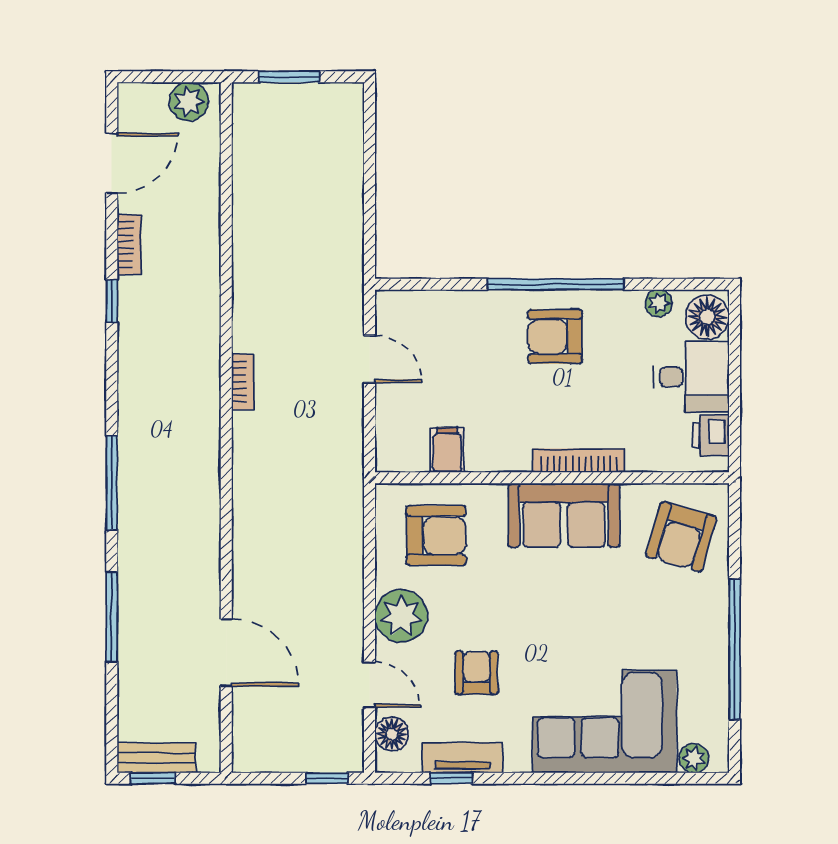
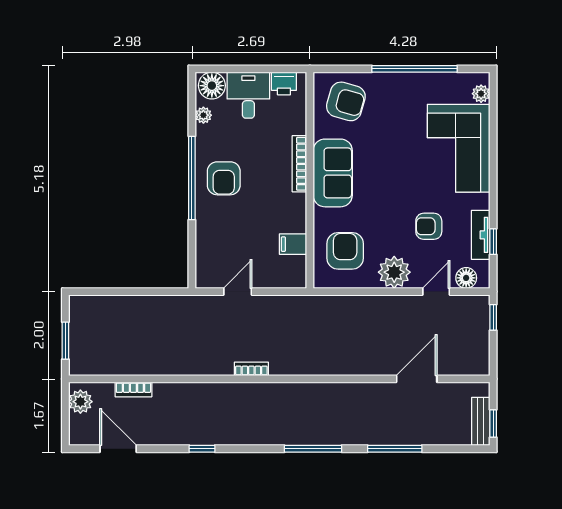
bookcase: (129, 245) -> (133, 390), moved, turned 180

